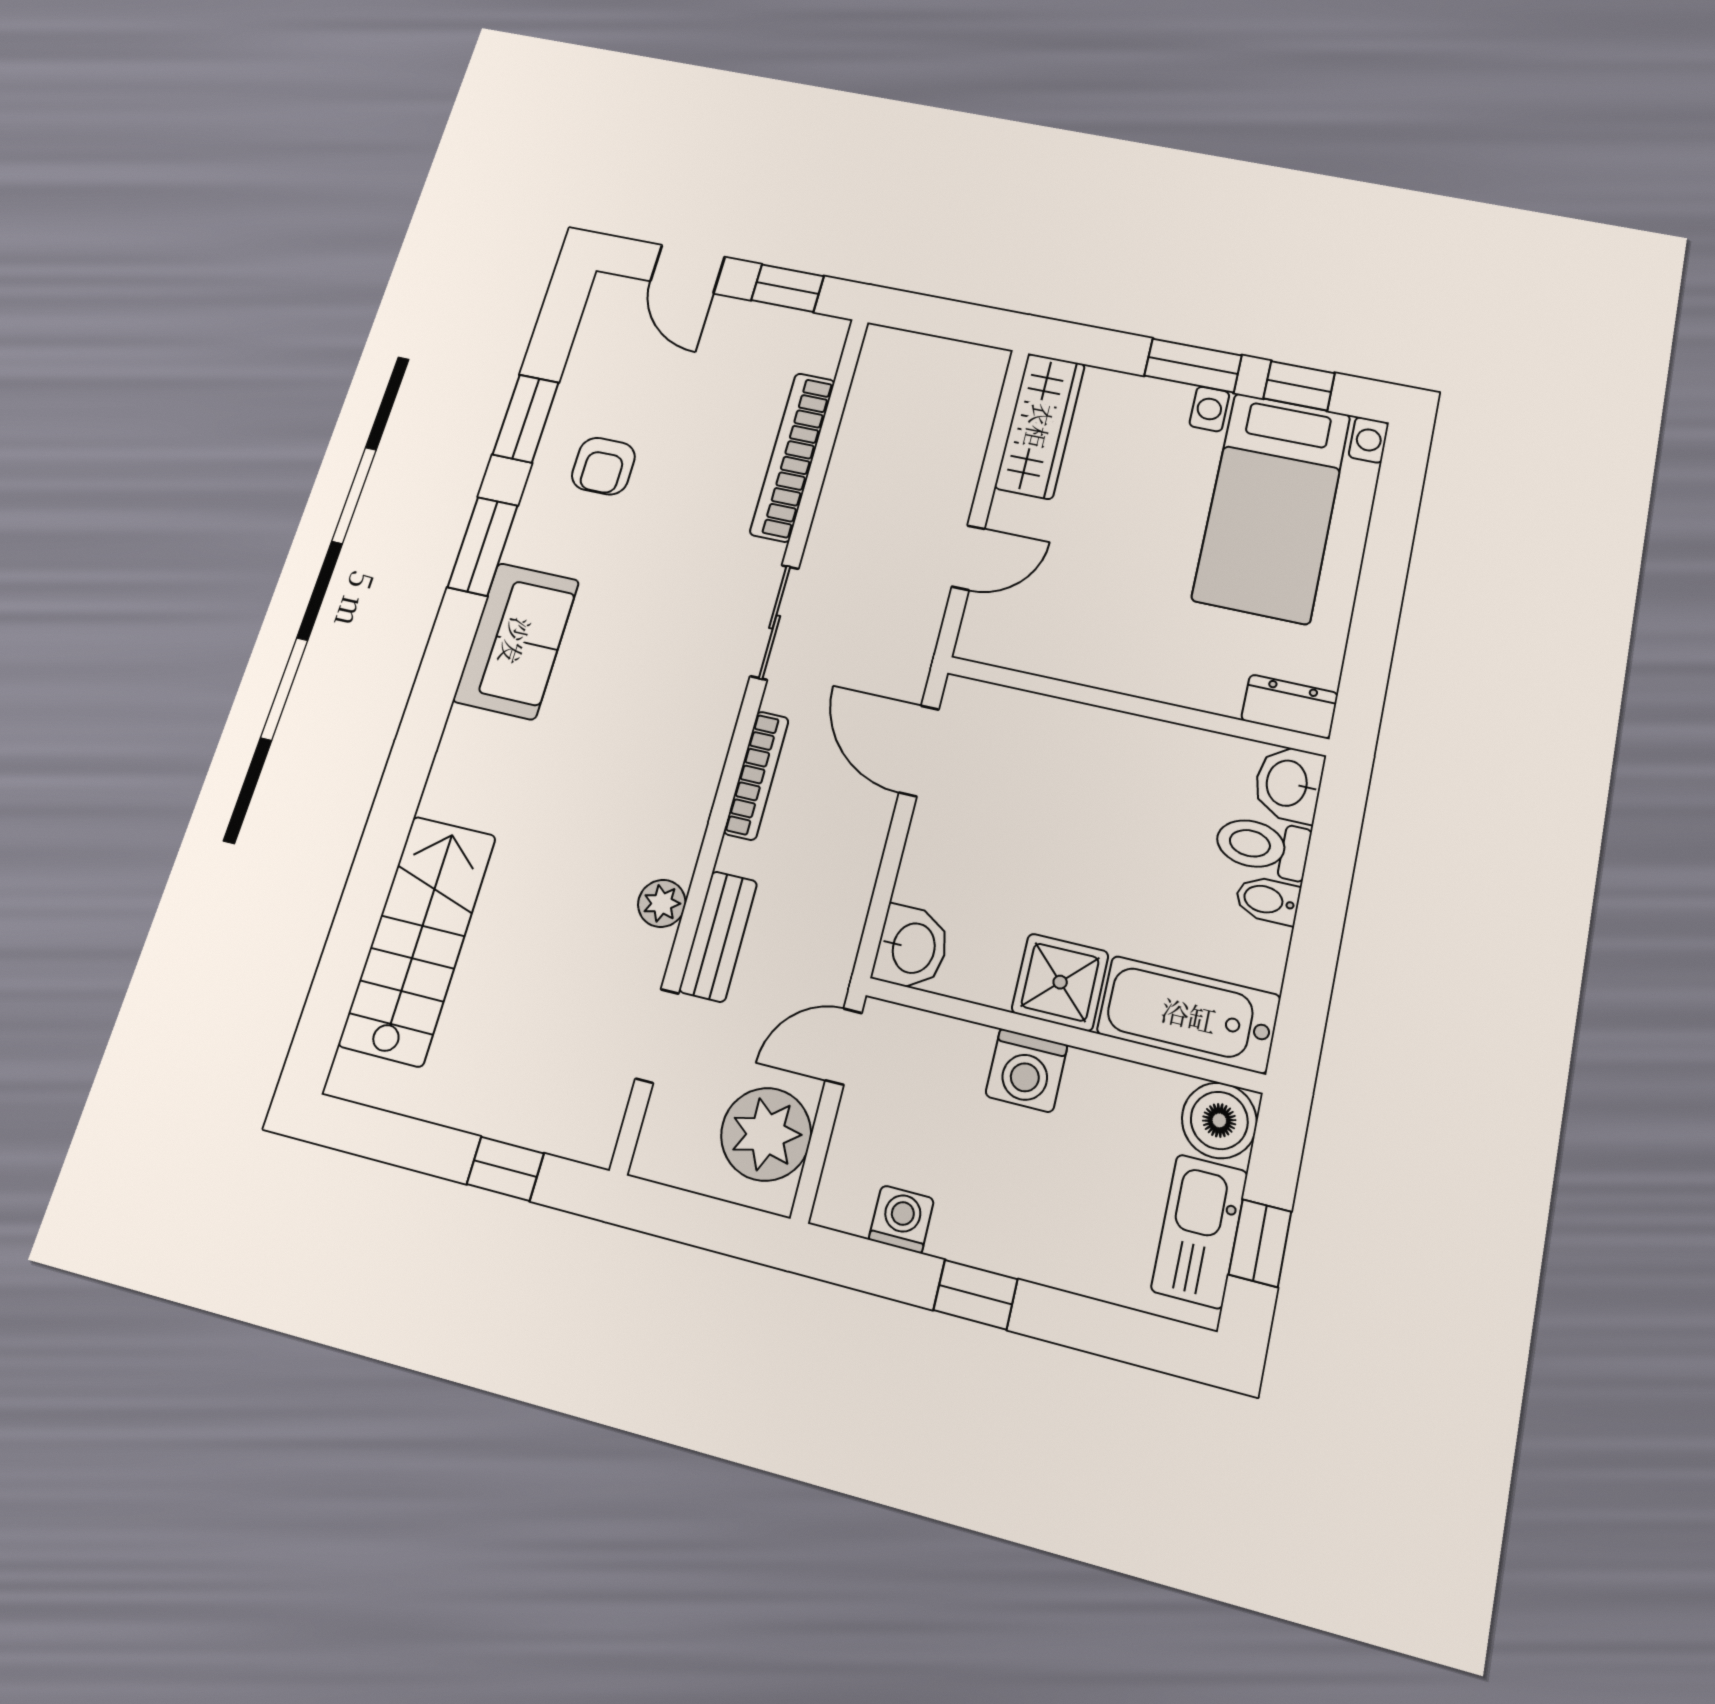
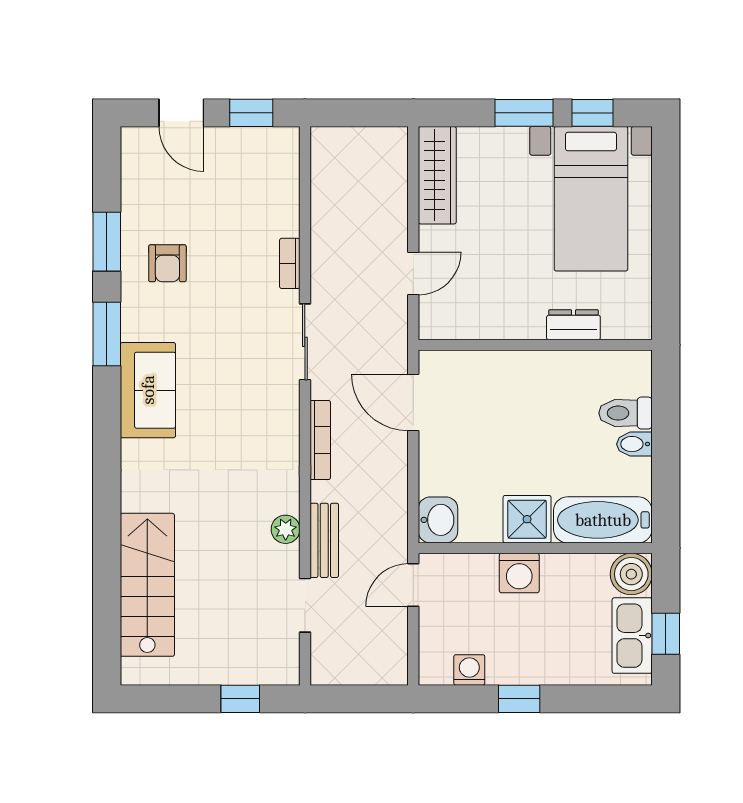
bookcase: (793, 457) -> (290, 263), width x0.43, depth x0.76
dresser: (1290, 707) -> (573, 325), moved
washbasin: (1289, 783) -> (633, 372), removed
plant: (766, 1134) -> (382, 644), removed

